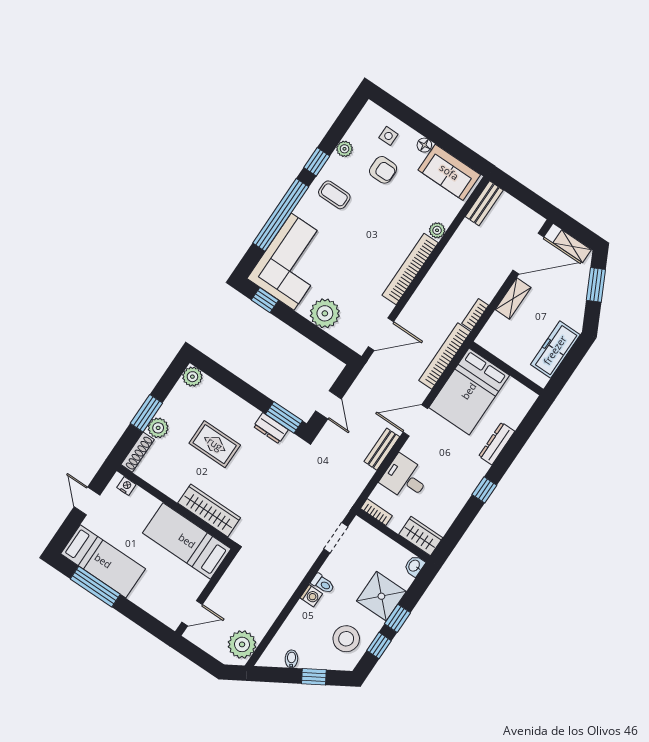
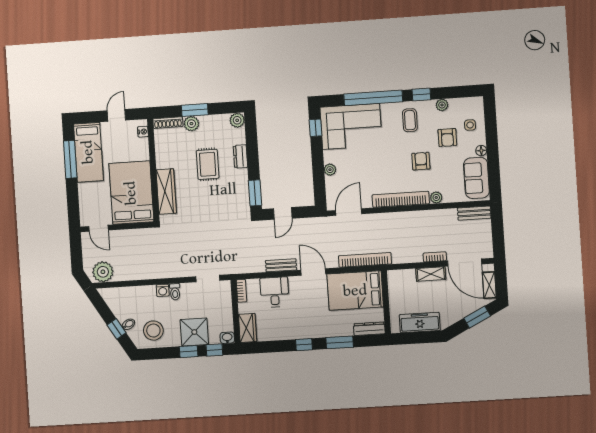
armchair: (386, 217) -> (421, 161), added
plant: (325, 313) -> (330, 170), width x0.53, depth x0.53
bookcase: (475, 314) -> (435, 257), moved
door: (381, 334) -> (349, 212), swing flipped
dresser: (271, 428) -> (240, 156), moved
dresser: (497, 444) -> (369, 329), moved
window: (511, 450) -> (340, 342), added
bed: (187, 541) -> (131, 193), width x1.50
window: (379, 646) -> (214, 350), moved
bidet: (291, 659) -> (128, 324), moved

